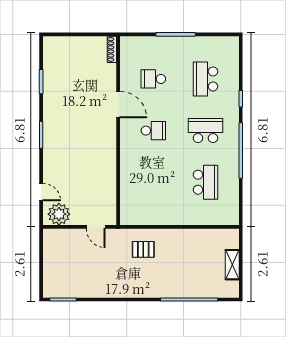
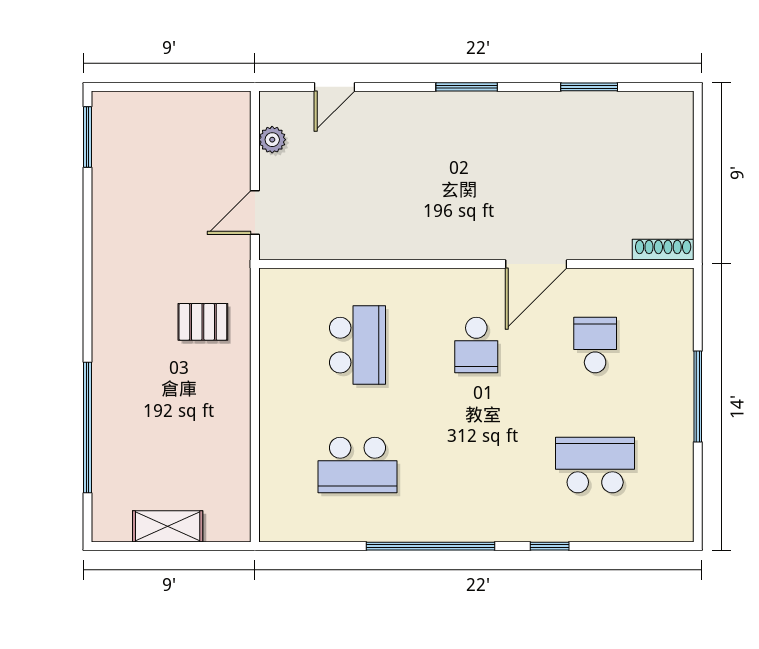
school desk: (205, 131) -> (357, 345), moved
plant: (59, 214) -> (272, 140), width x0.53, depth x0.53
pallet: (143, 249) -> (203, 322), turned 90

